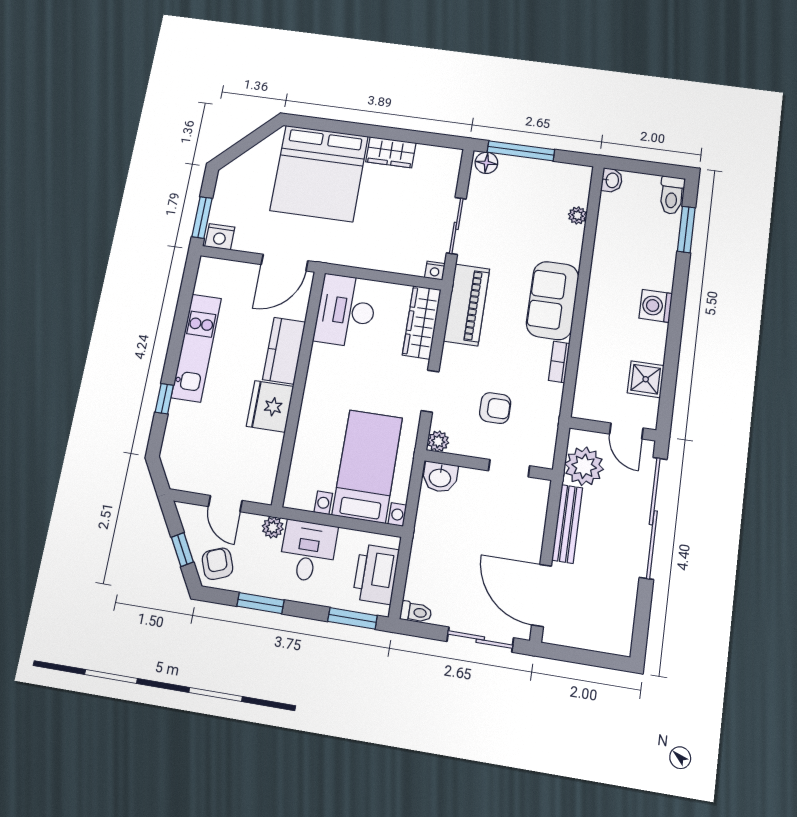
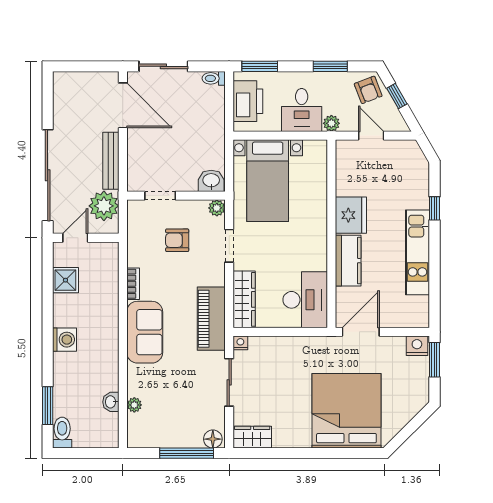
wardrobe: (391, 152) -> (252, 437), moved
washbasin: (612, 180) -> (111, 402), moved
door: (626, 431) -> (75, 238), hinge flipped

